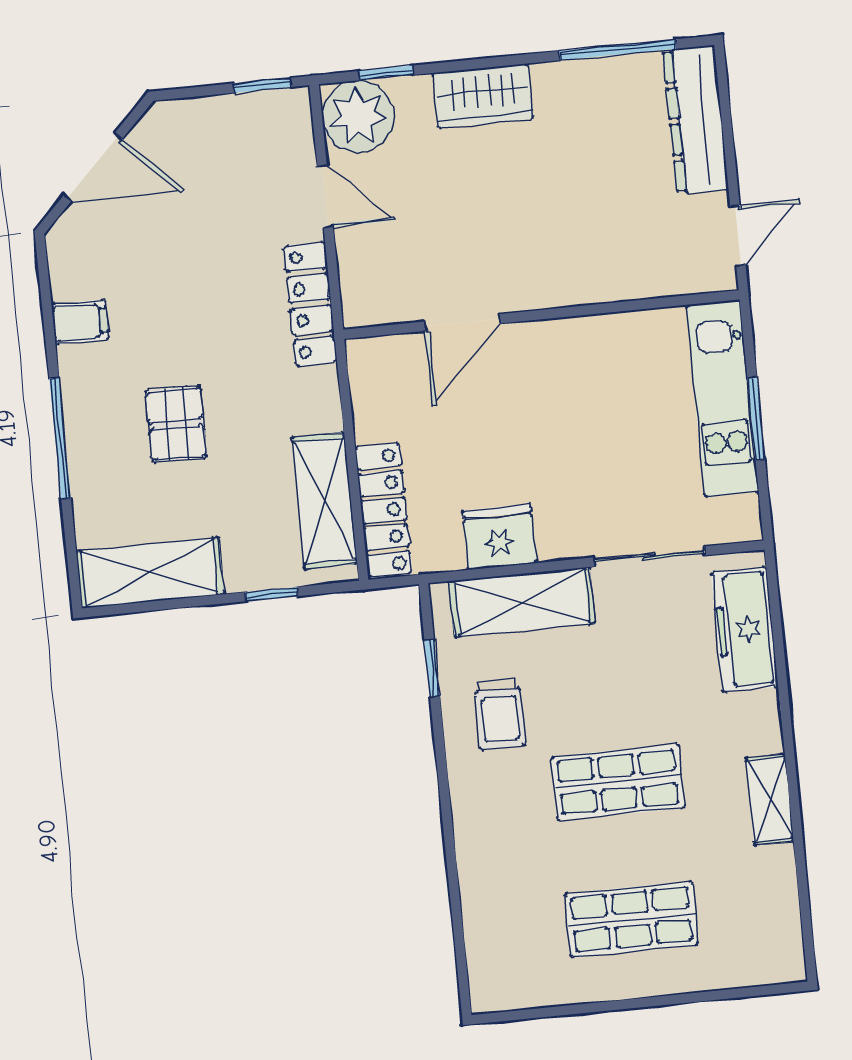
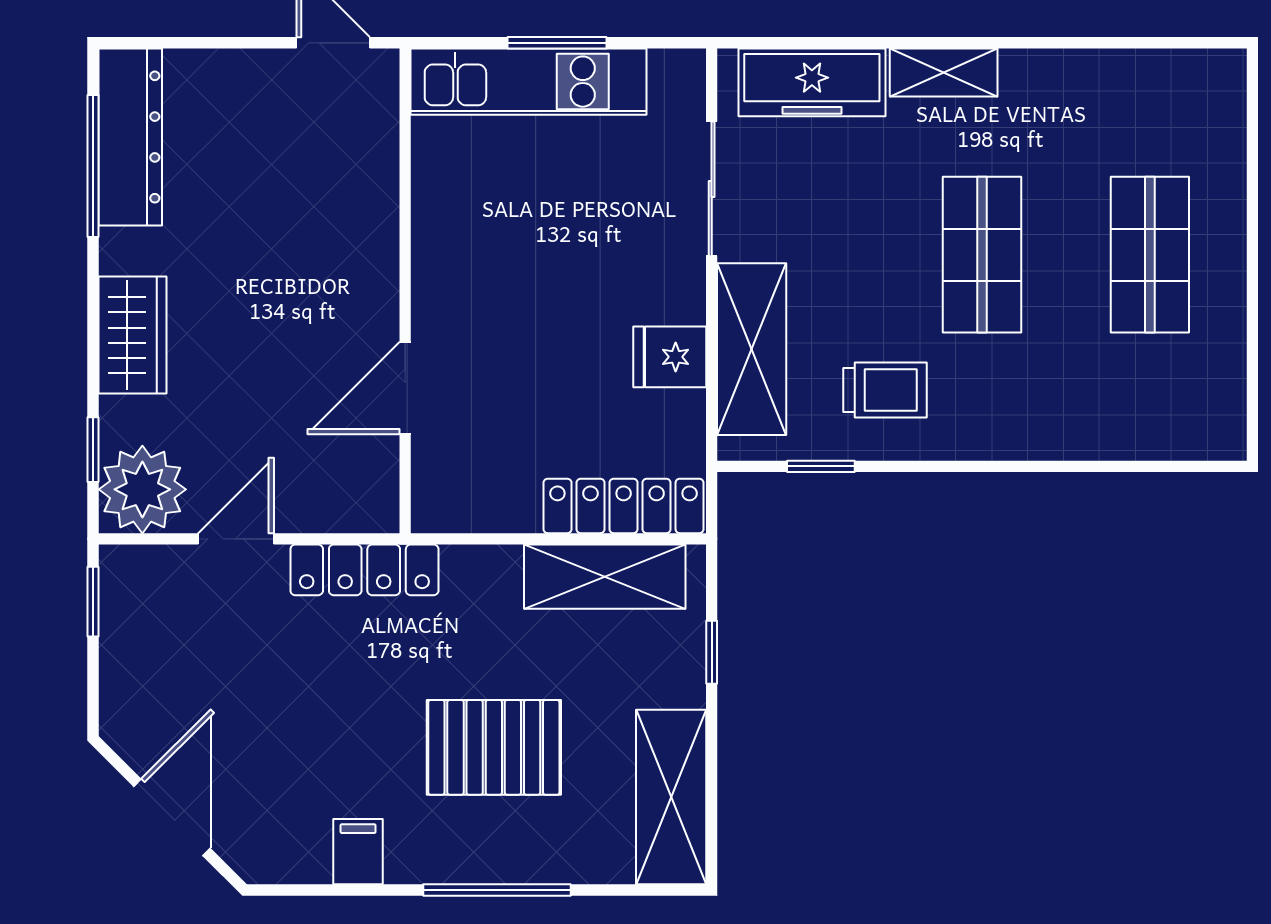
dresser: (696, 120) -> (130, 137), moved, turned -90
door: (462, 322) -> (405, 388), swing flipped
pallet: (176, 424) -> (494, 747), width x1.50, depth x1.42
fridge: (499, 537) -> (670, 357), width x0.72
shelving: (770, 800) -> (944, 73), moved

